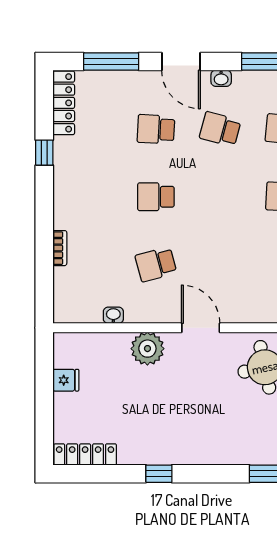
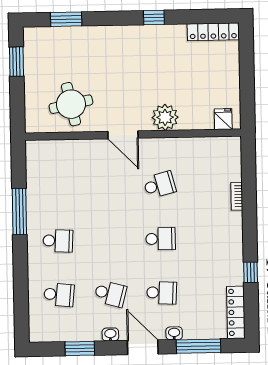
washbasin: (113, 315) -> (174, 333), moved, turned 180
fridge: (66, 380) -> (223, 119), moved, turned 90

